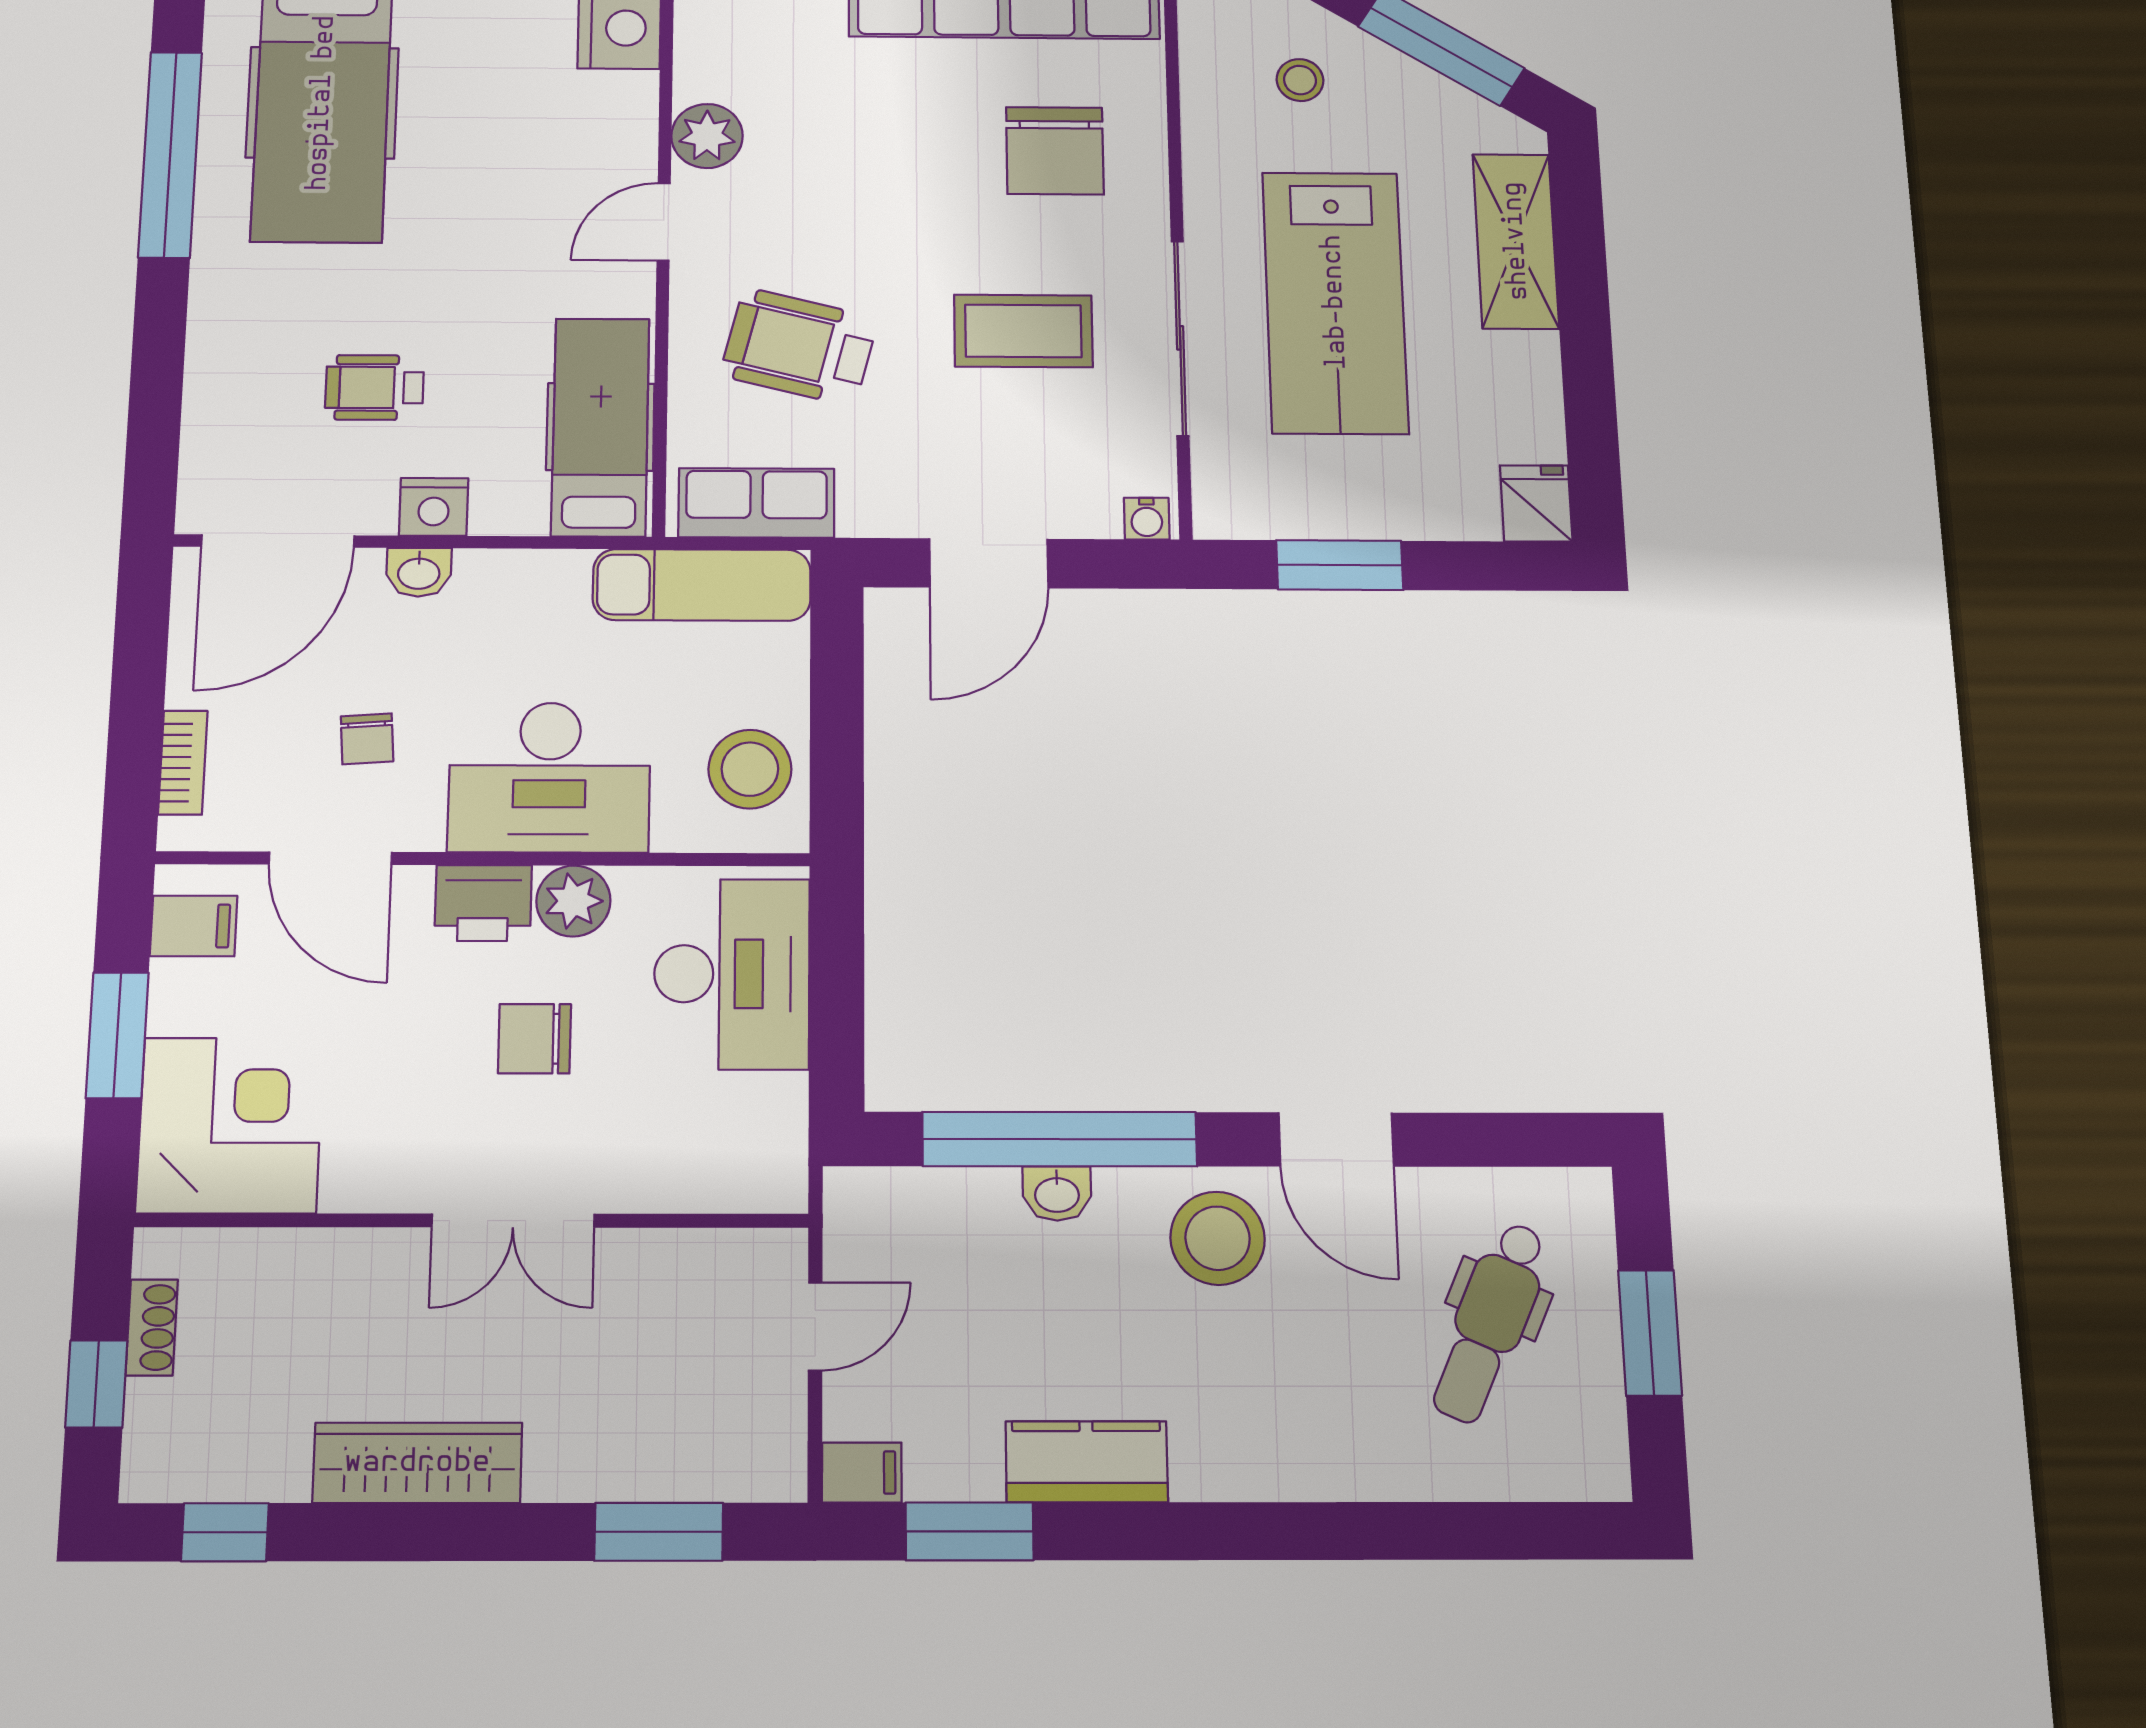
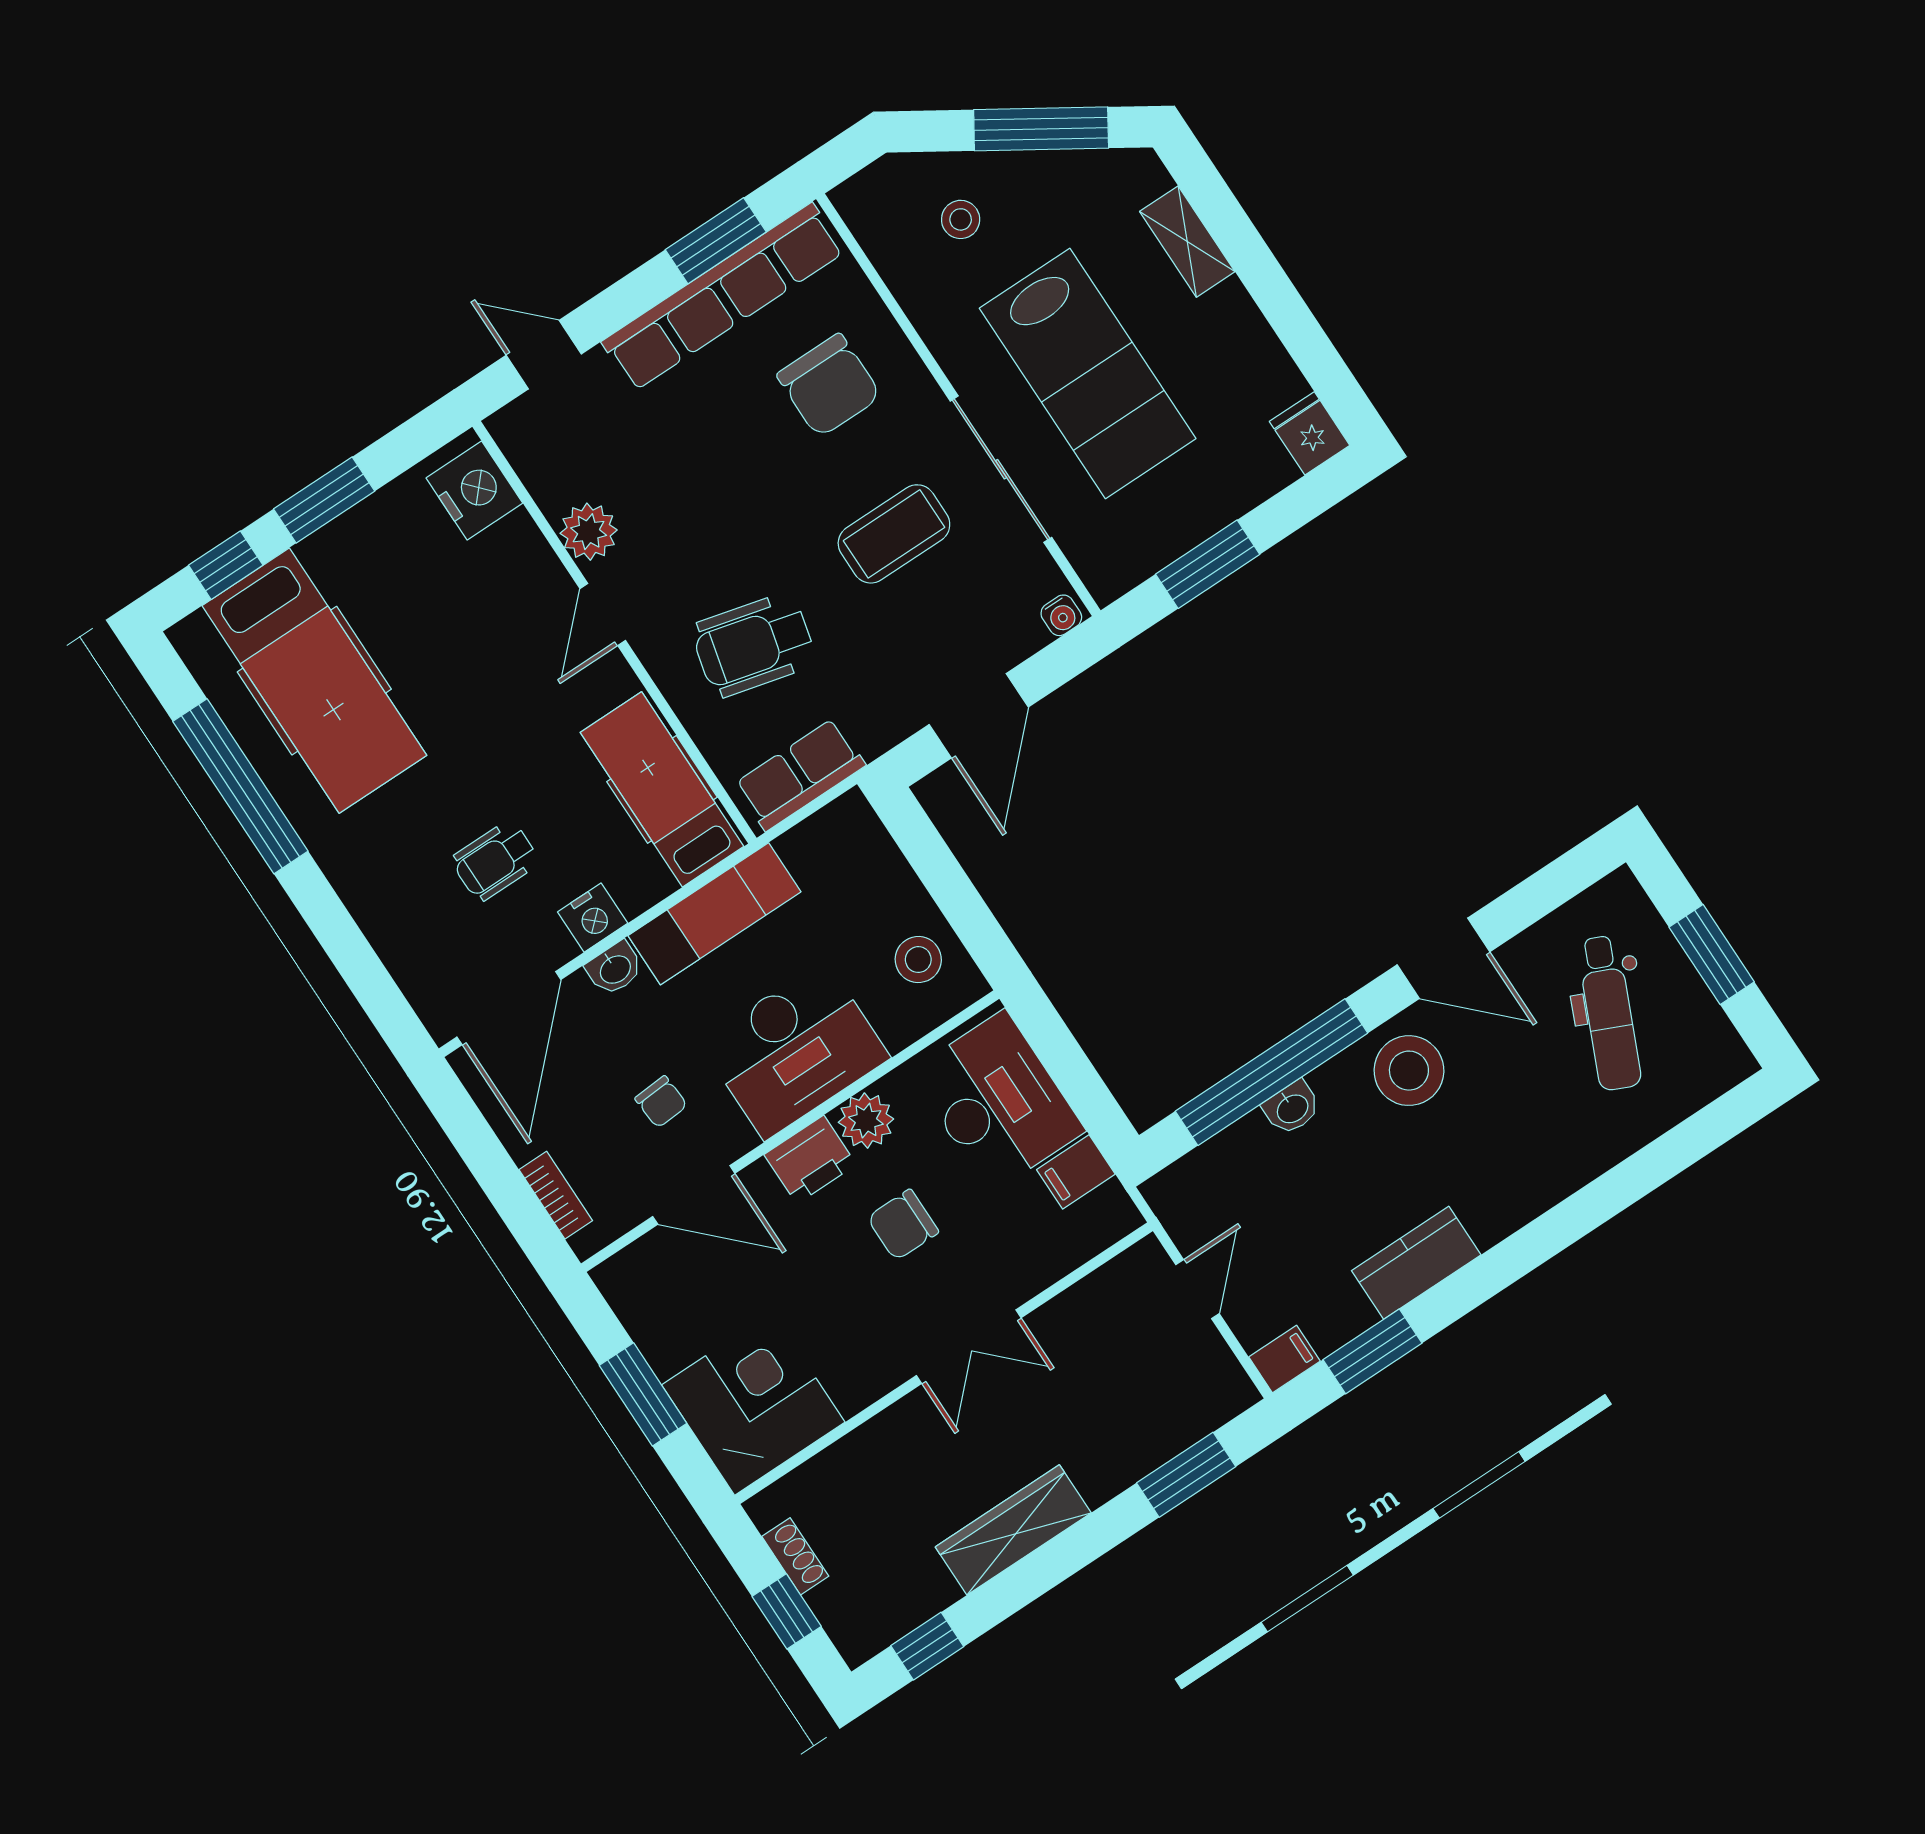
shelving: (1516, 241) -> (1187, 242), width x0.67, depth x0.75
exam couch: (702, 585) -> (714, 914), moved
stool: (750, 769) -> (918, 960), width x0.73, depth x0.73
filing cabinet: (194, 926) -> (1076, 1172), moved, turned 180

